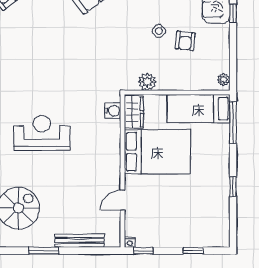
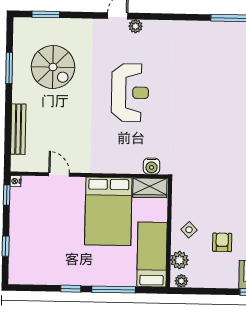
side table: (159, 31) -> (189, 230), moved
armchair: (185, 41) -> (222, 242), turned 83
plant: (147, 82) -> (179, 260), moved
window: (233, 123) -> (114, 289), moved
window: (44, 251) -> (9, 68), moved

